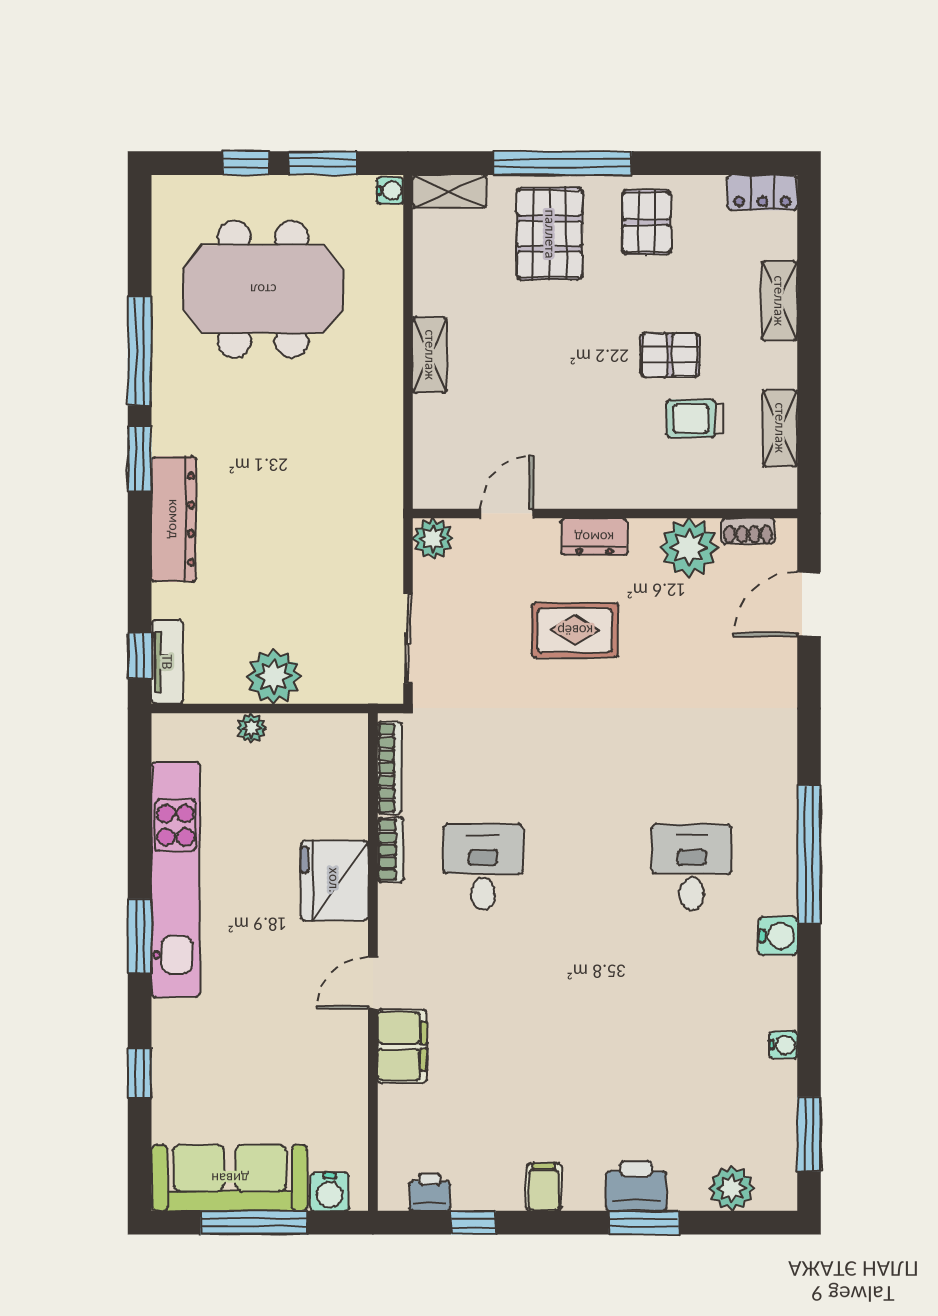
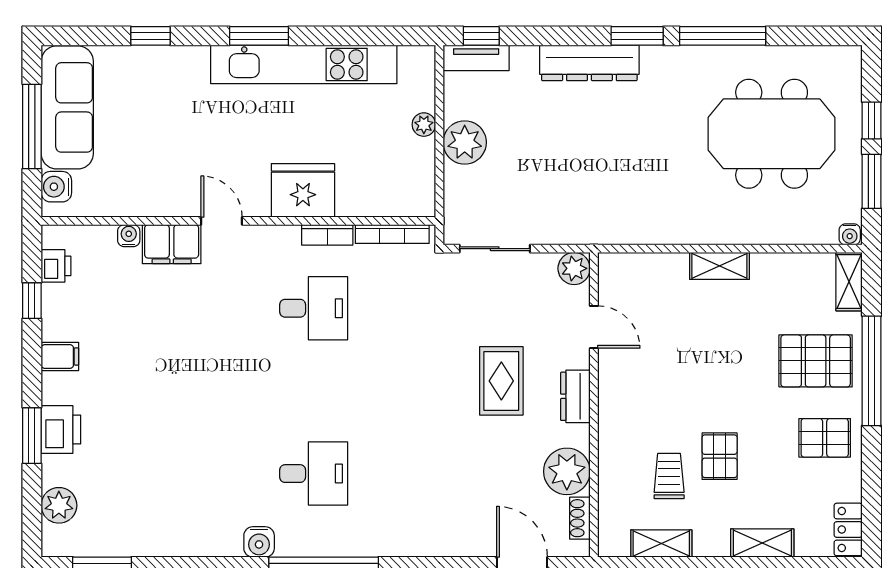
meeting table: (263, 289) -> (772, 134), turned 90
water cooler: (783, 1045) -> (129, 236), moved, turned 180

